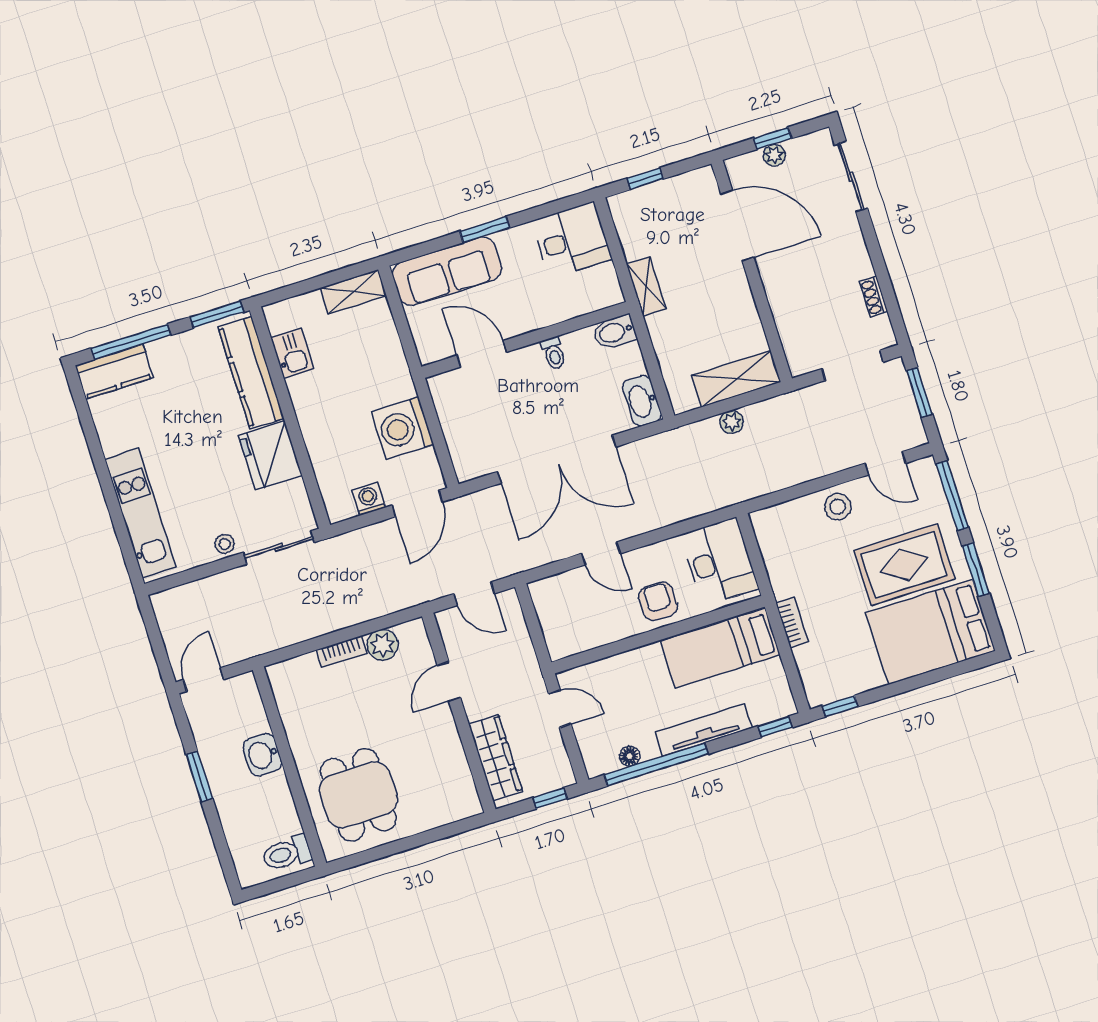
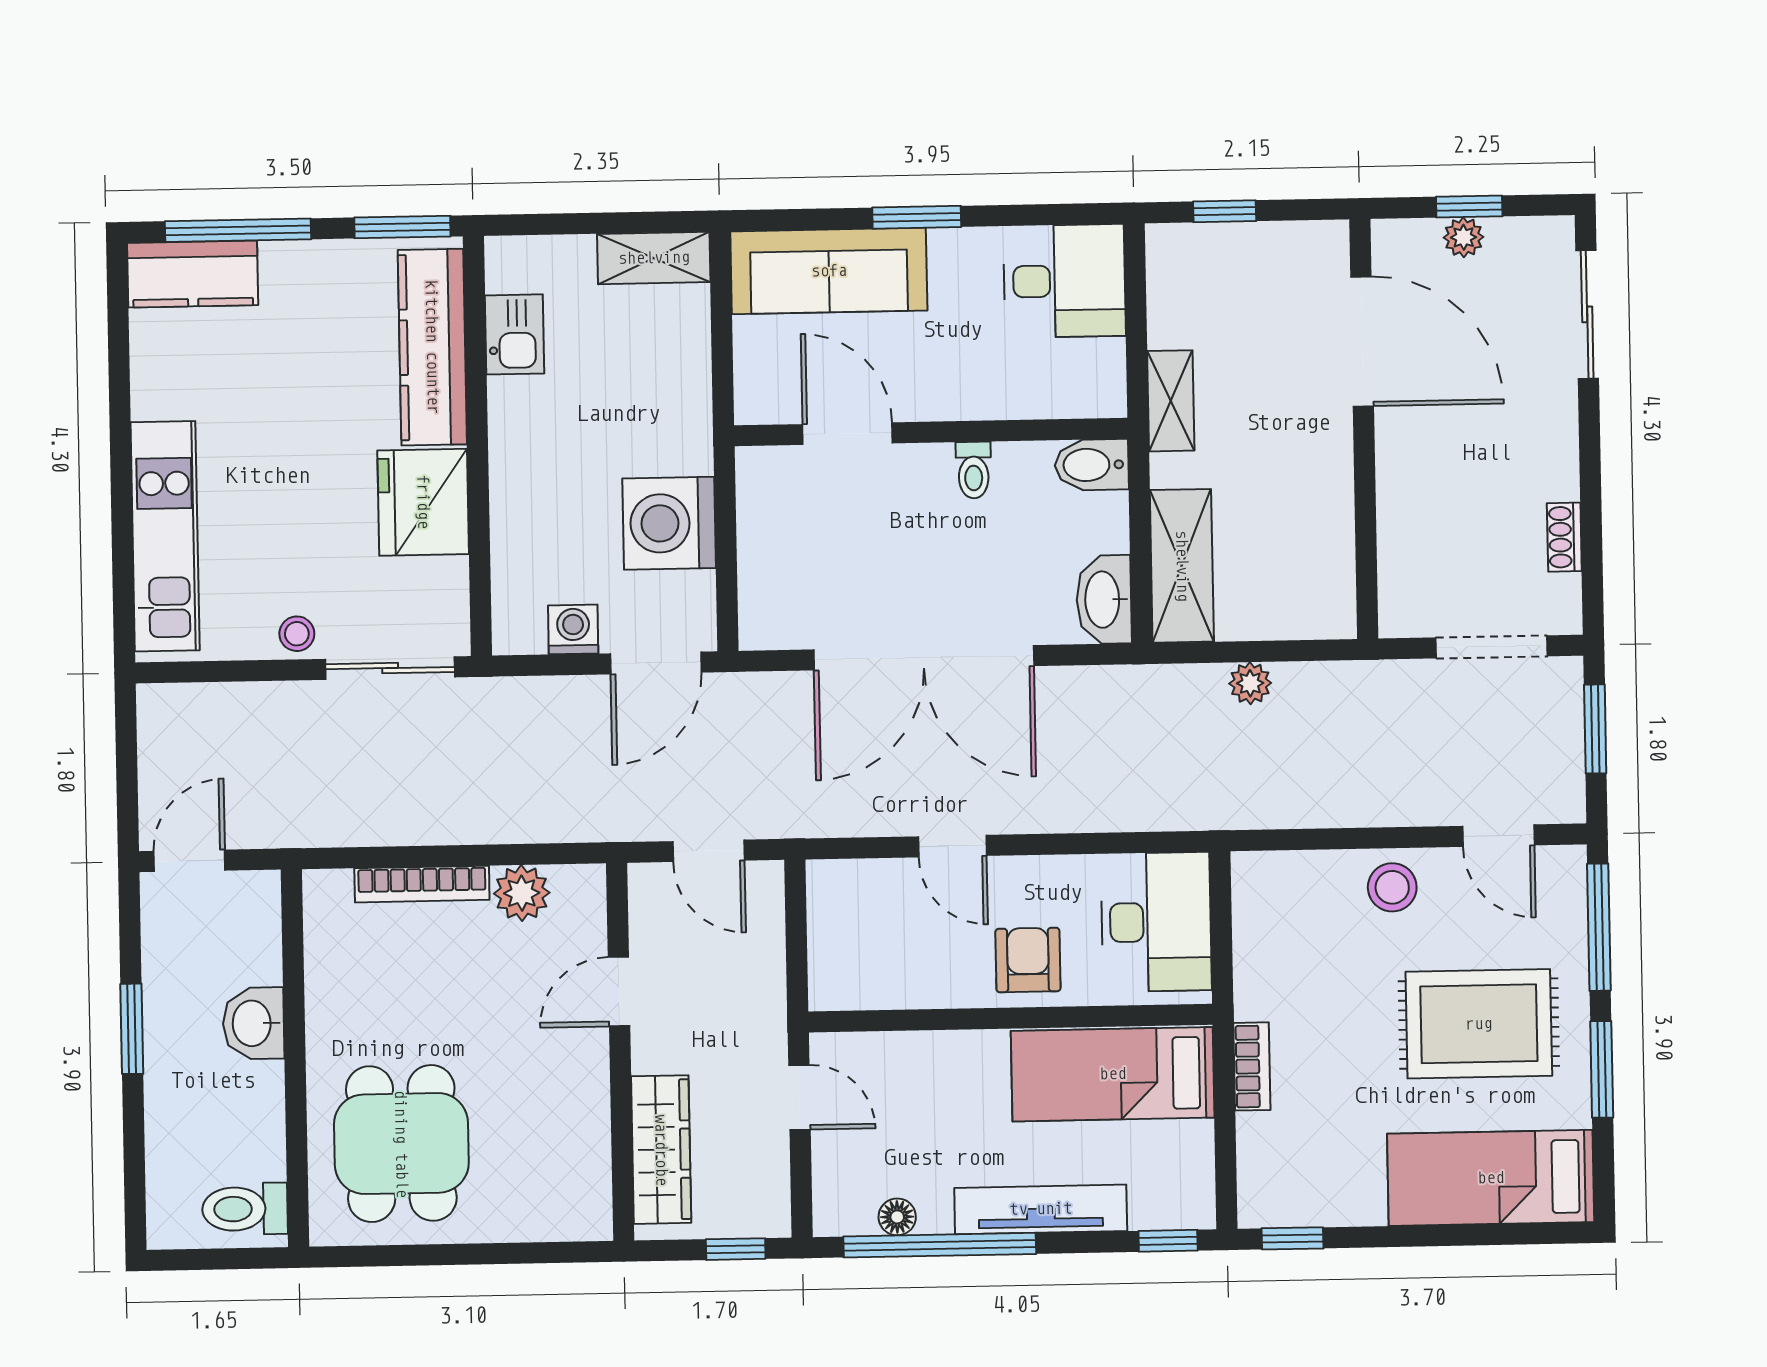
shelving: (736, 379) -> (1182, 566), moved, turned 90
bed: (931, 632) -> (1491, 1178), width x0.67
bookcase: (342, 652) -> (422, 884), width x1.56

